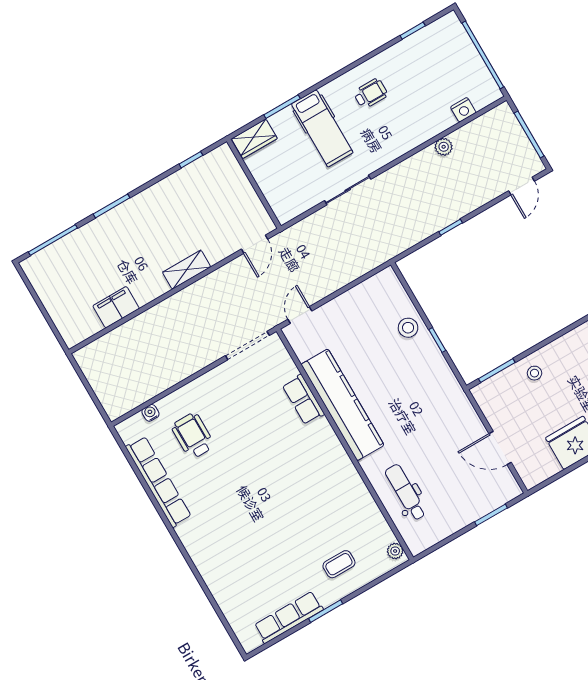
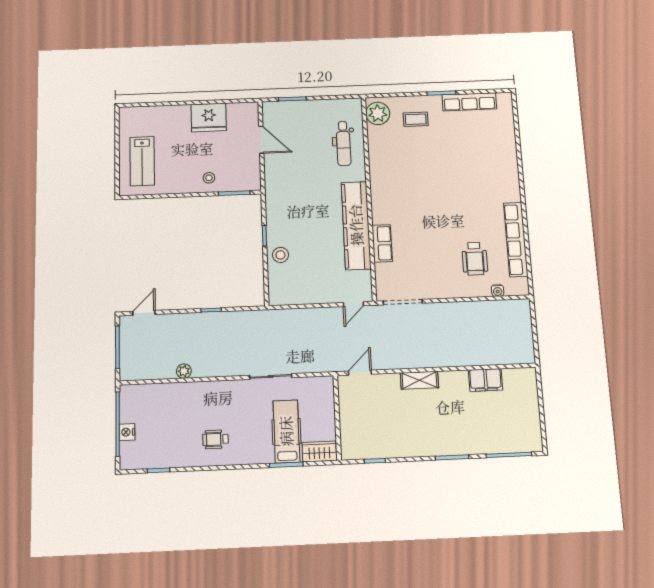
nightstand: (463, 110) -> (127, 432), moved, turned -90
hospital bed: (322, 128) -> (286, 431), moved
plant: (395, 551) -> (378, 113), width x1.87, depth x1.87

